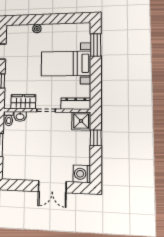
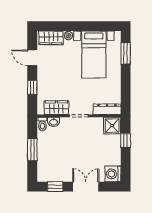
wardrobe: (19, 32) -> (51, 38), added
bed with nightstands: (66, 64) -> (94, 55), moved, turned -90
window: (20, 185) -> (55, 187), added
double door: (52, 187) -> (86, 187), swing flipped

